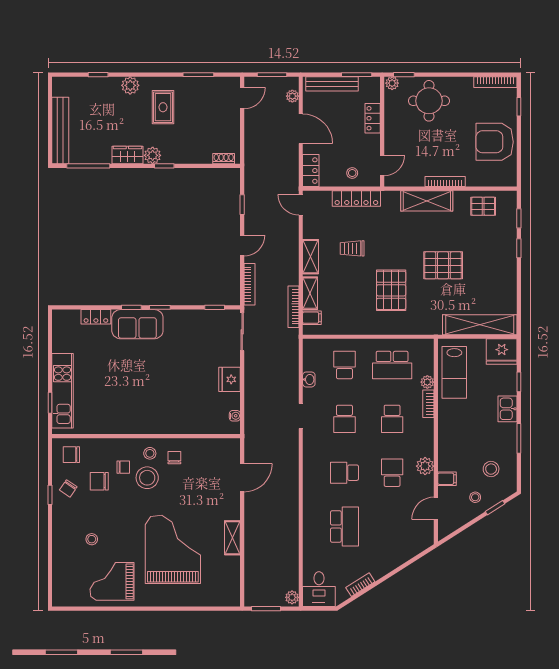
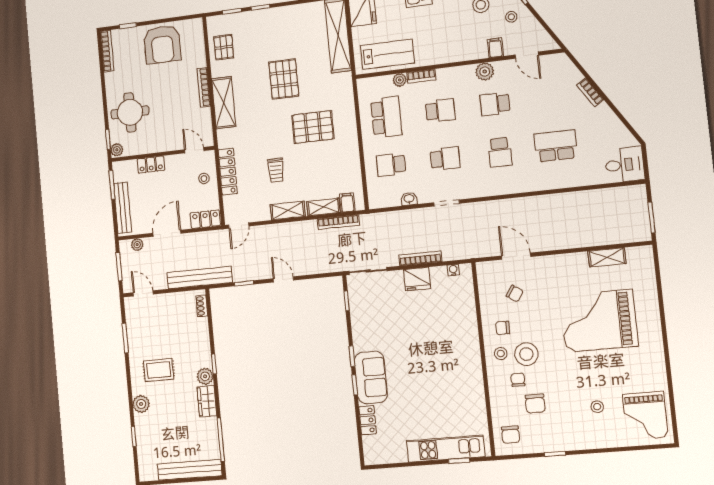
bench: (252, 159) -> (200, 277), added
bookcase: (249, 284) -> (420, 258), moved
chair: (68, 488) -> (515, 294), moved
shelving: (232, 538) -> (607, 257), moved
grand piano: (112, 581) -> (645, 416), moved
bookcase: (360, 585) -> (590, 92), moved
plant: (292, 597) -> (636, 192), removed

